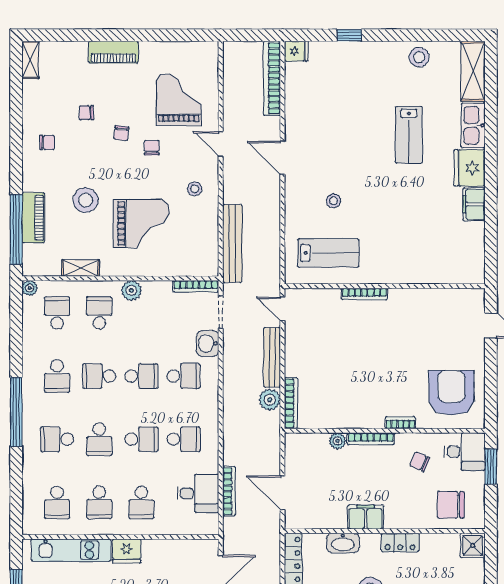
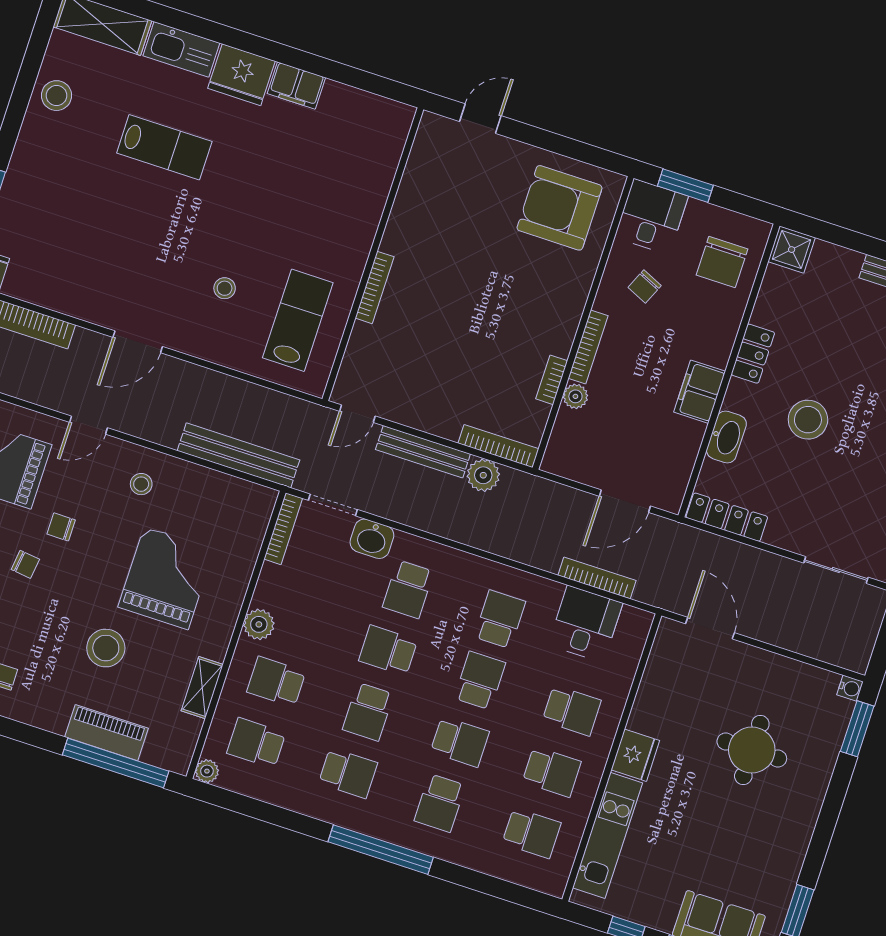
school desk: (141, 376) -> (388, 650), turned -90
school desk: (184, 376) -> (408, 589), turned 180
bookcase: (400, 423) -> (552, 380), moved

